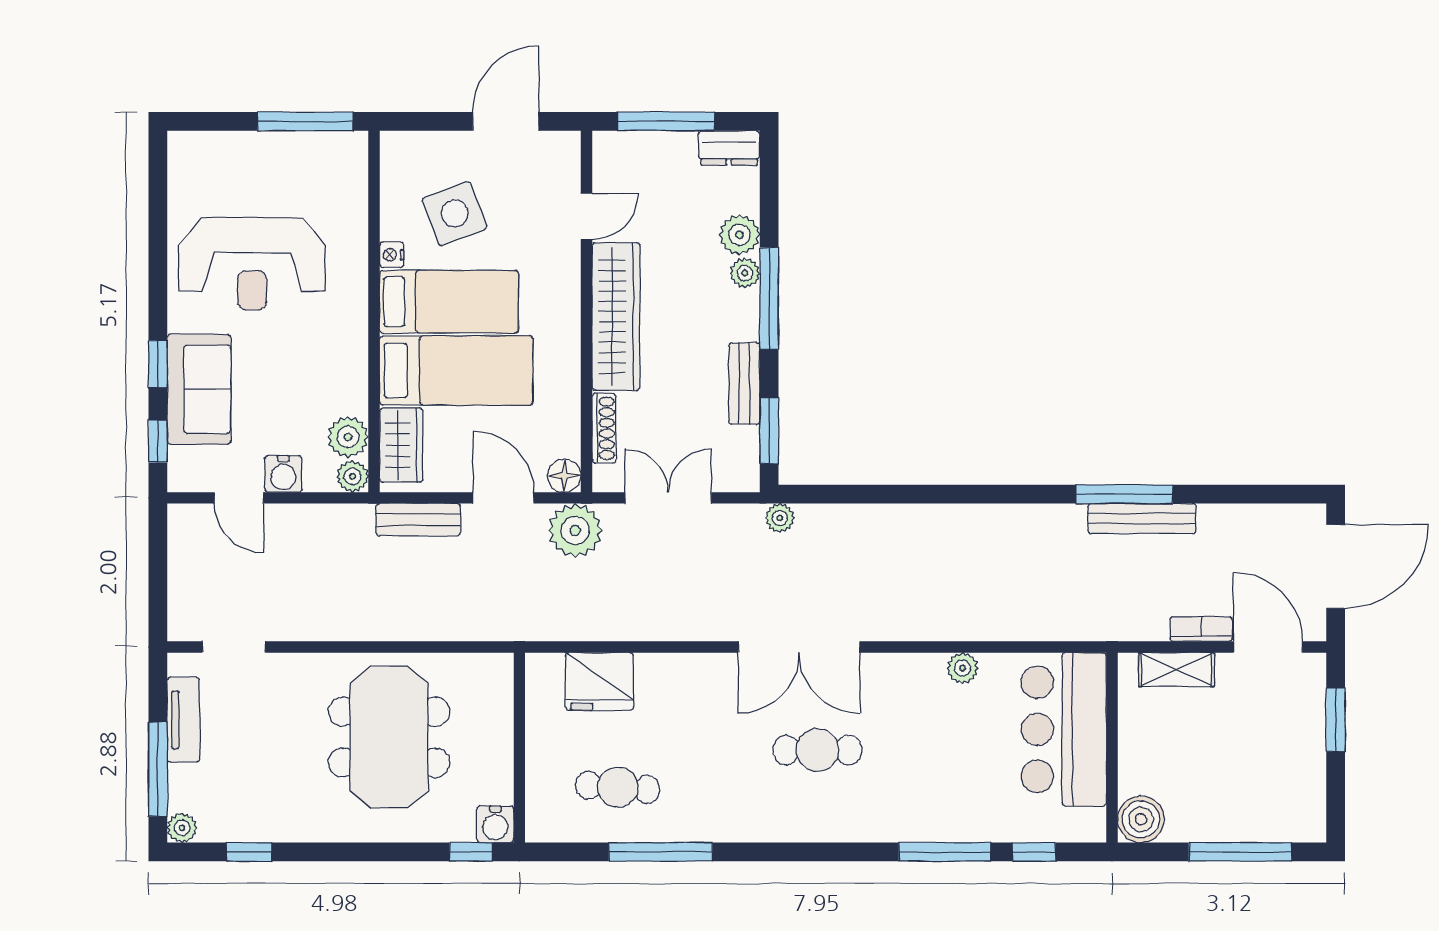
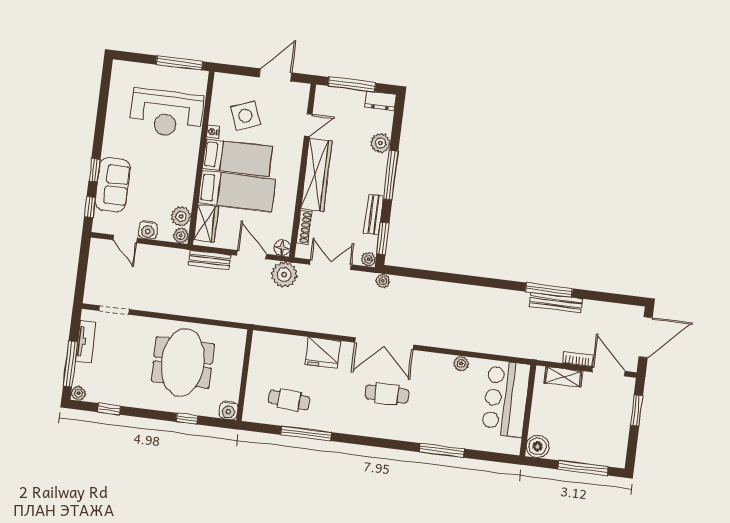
reception desk: (252, 264) -> (166, 113), moved
plant: (745, 273) -> (368, 259), moved
fridge: (599, 681) -> (323, 353), moved
window: (471, 852) -> (187, 419), moved
window: (1034, 852) -> (484, 456), removed

